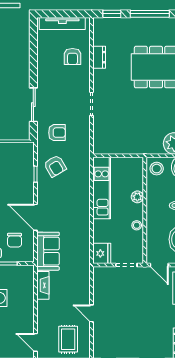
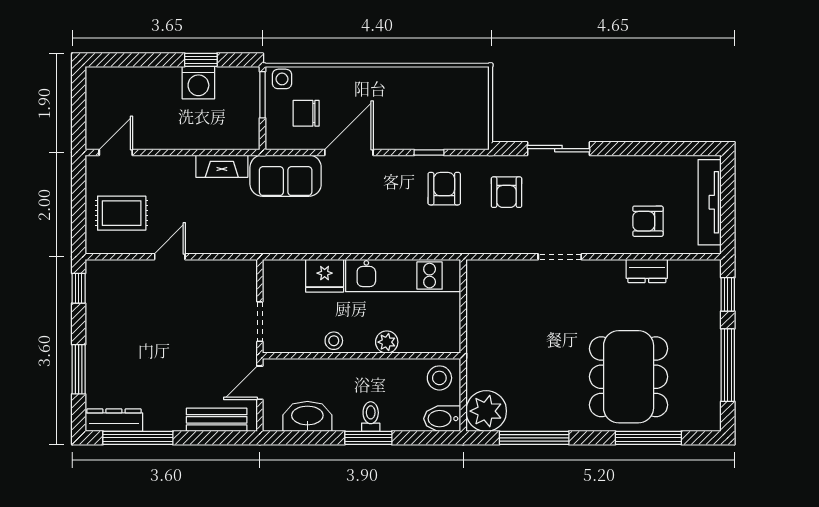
armchair: (55, 166) -> (444, 189), turned 120
fridge: (102, 253) -> (325, 276), moved

